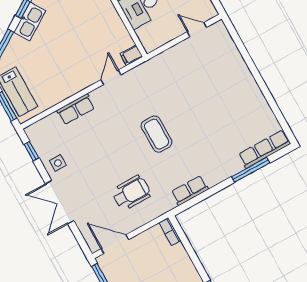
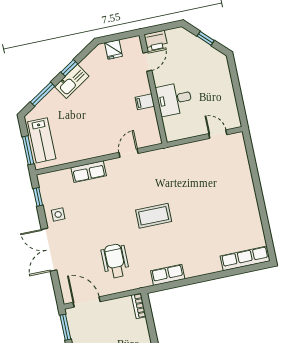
filing cabinet: (131, 55) -> (145, 102), moved
coffee table: (157, 134) -> (154, 216), turned 90
window: (251, 170) -> (227, 273), removed
wheelchair: (131, 193) -> (115, 261), turned -90

